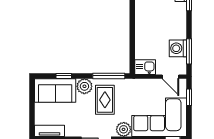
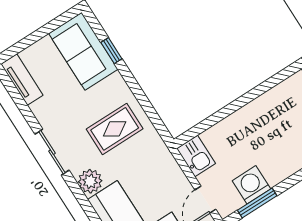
window: (109, 76) -> (151, 113), removed
plant: (84, 86) -> (115, 89), removed

